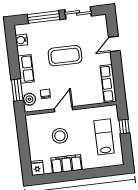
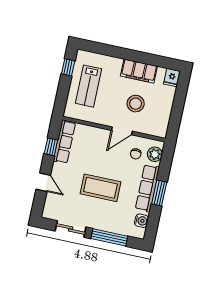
door: (114, 44) -> (43, 182), hinge flipped
row of seats: (26, 69) -> (147, 188), width x1.48
window: (118, 76) -> (51, 147), added
window: (17, 90) -> (159, 193), moved
window: (124, 127) -> (68, 67), moved

